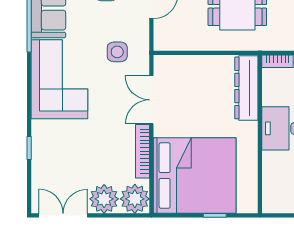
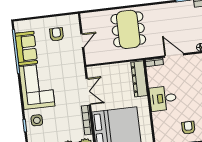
side table: (117, 52) -> (37, 120), moved
double door: (151, 100) -> (88, 92), swing flipped

